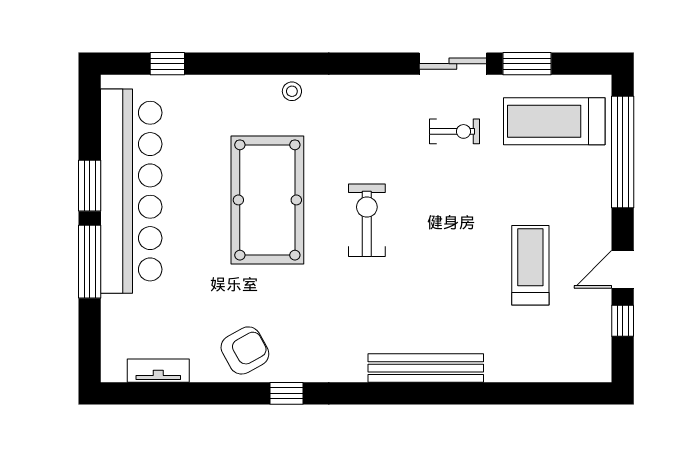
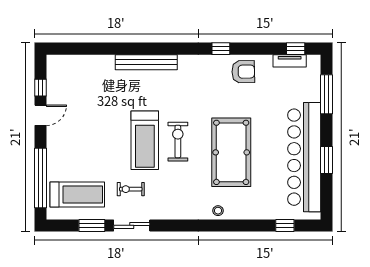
exercise bike: (367, 220) -> (178, 142), turned 180
window: (90, 262) -> (326, 94), moved
treadmill: (530, 265) -> (145, 140), moved, width x1.37, depth x1.38
armchair: (245, 350) -> (243, 72), turned -152
window: (147, 393) -> (296, 49), added

